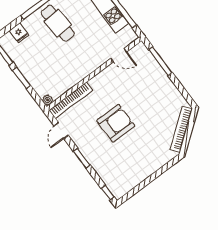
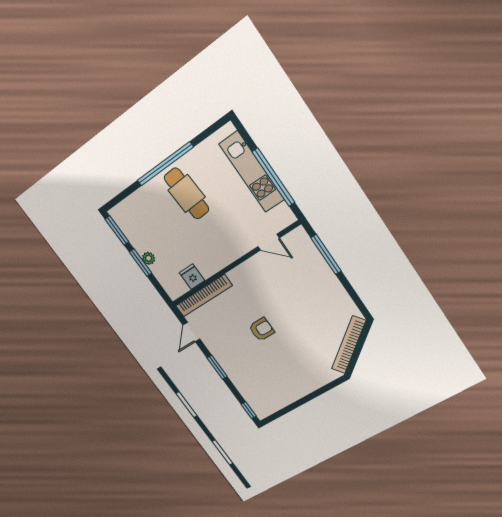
fridge: (19, 33) -> (192, 277), moved, turned 180
plant: (48, 100) -> (149, 258), moved
armchair: (116, 123) -> (262, 329), width x0.53, depth x0.53

